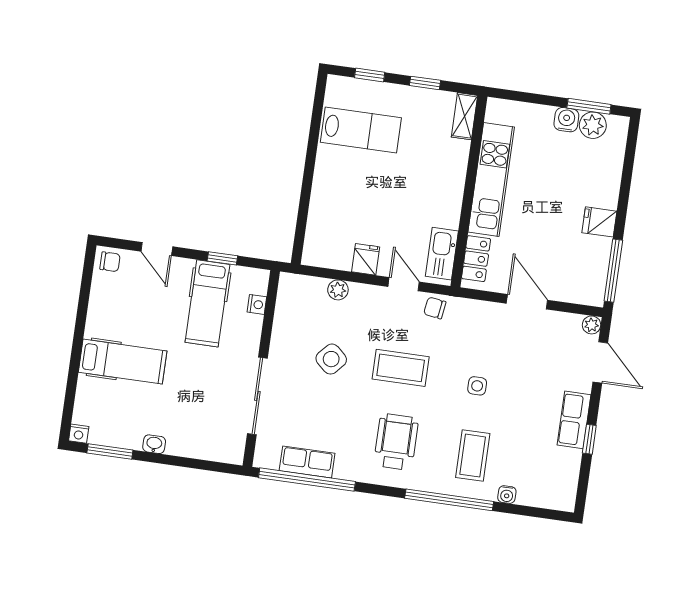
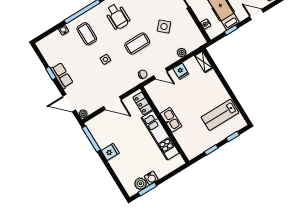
shelving: (465, 116) -> (203, 62), moved
kitchen sink: (442, 254) -> (171, 120), moved

